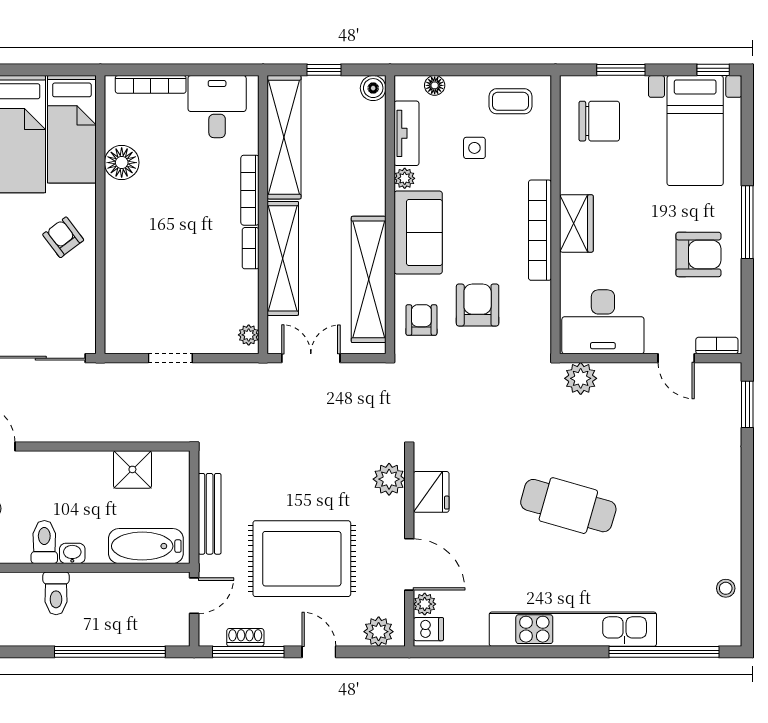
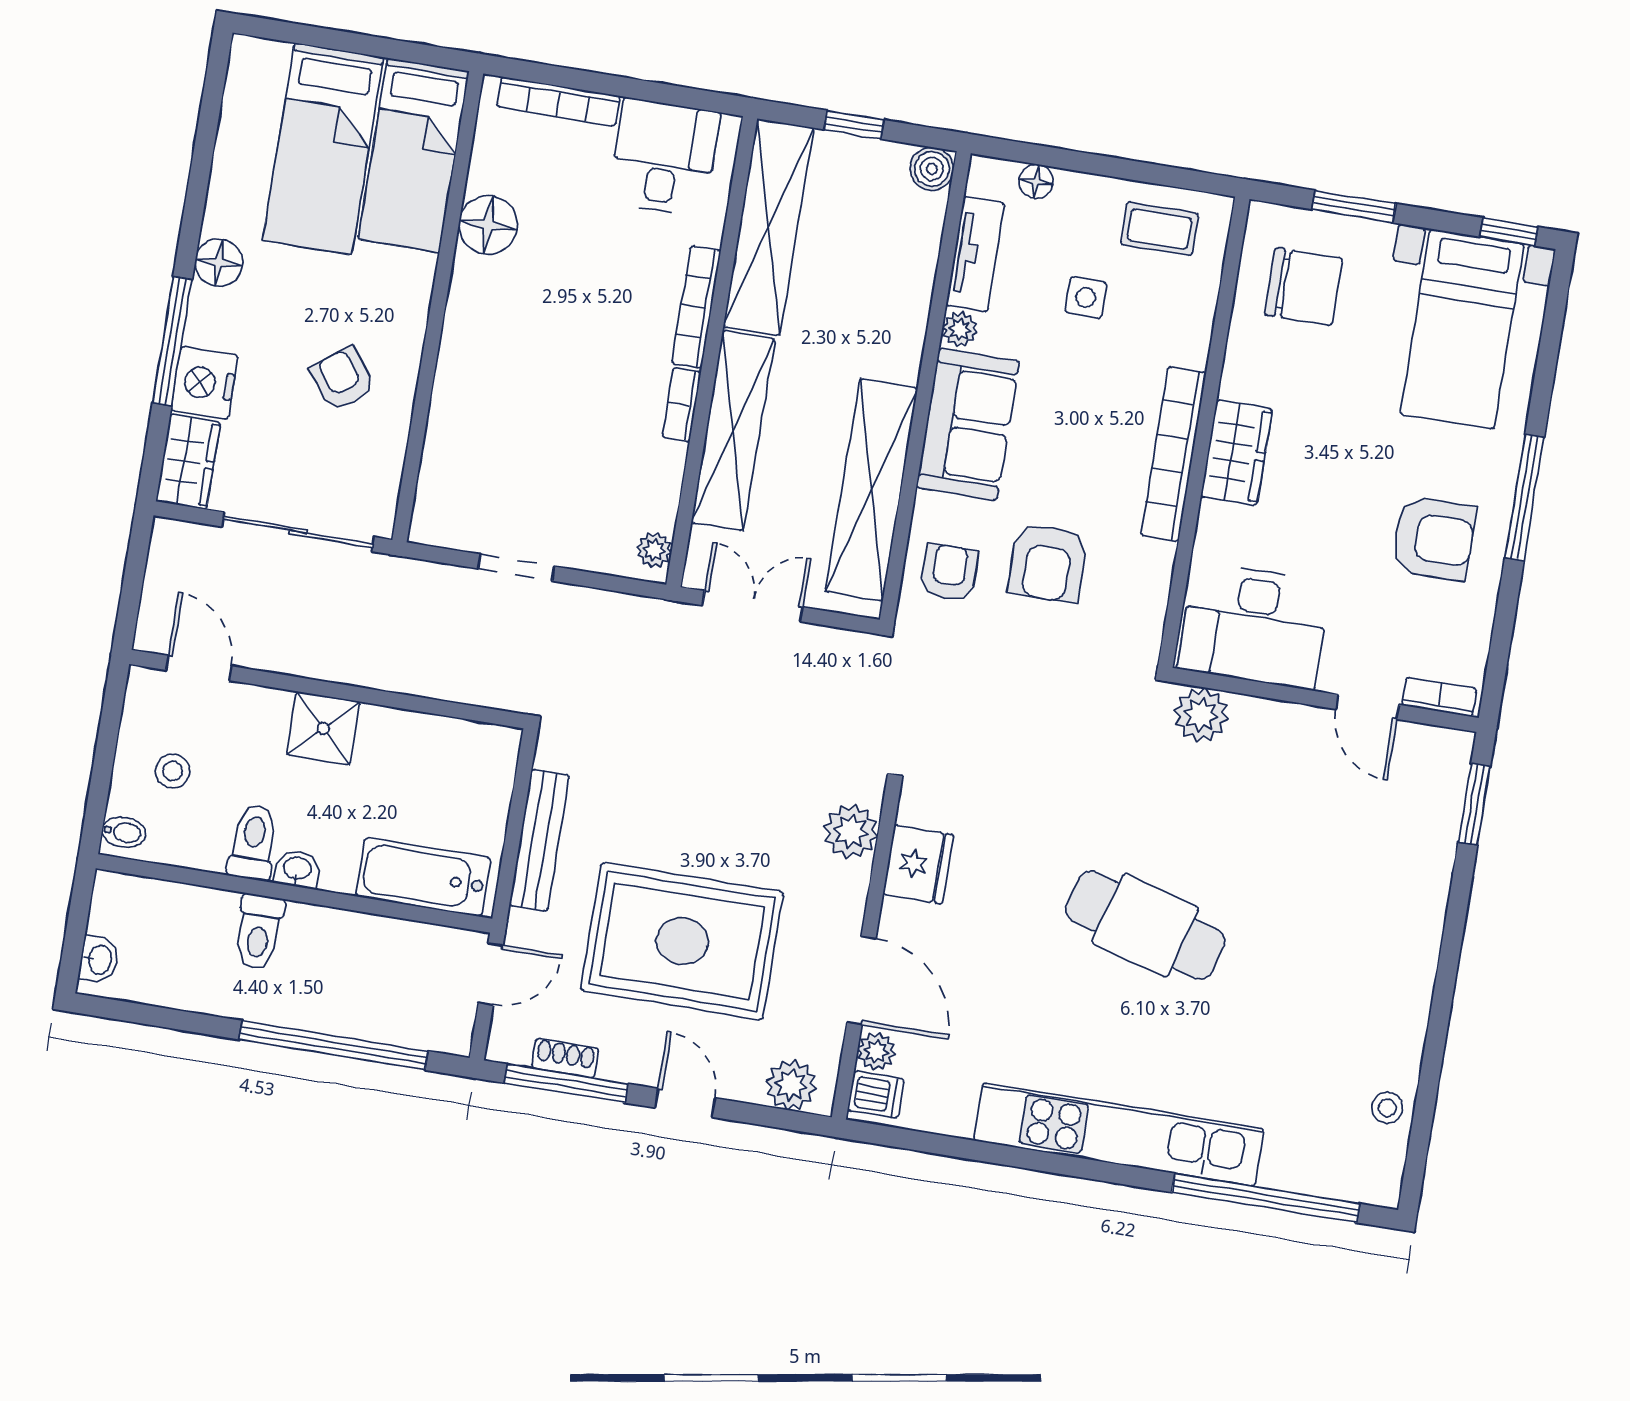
armchair: (63, 237) -> (342, 379), moved
armchair: (478, 305) -> (1048, 563), turned 180
shower: (132, 469) -> (323, 728), moved

